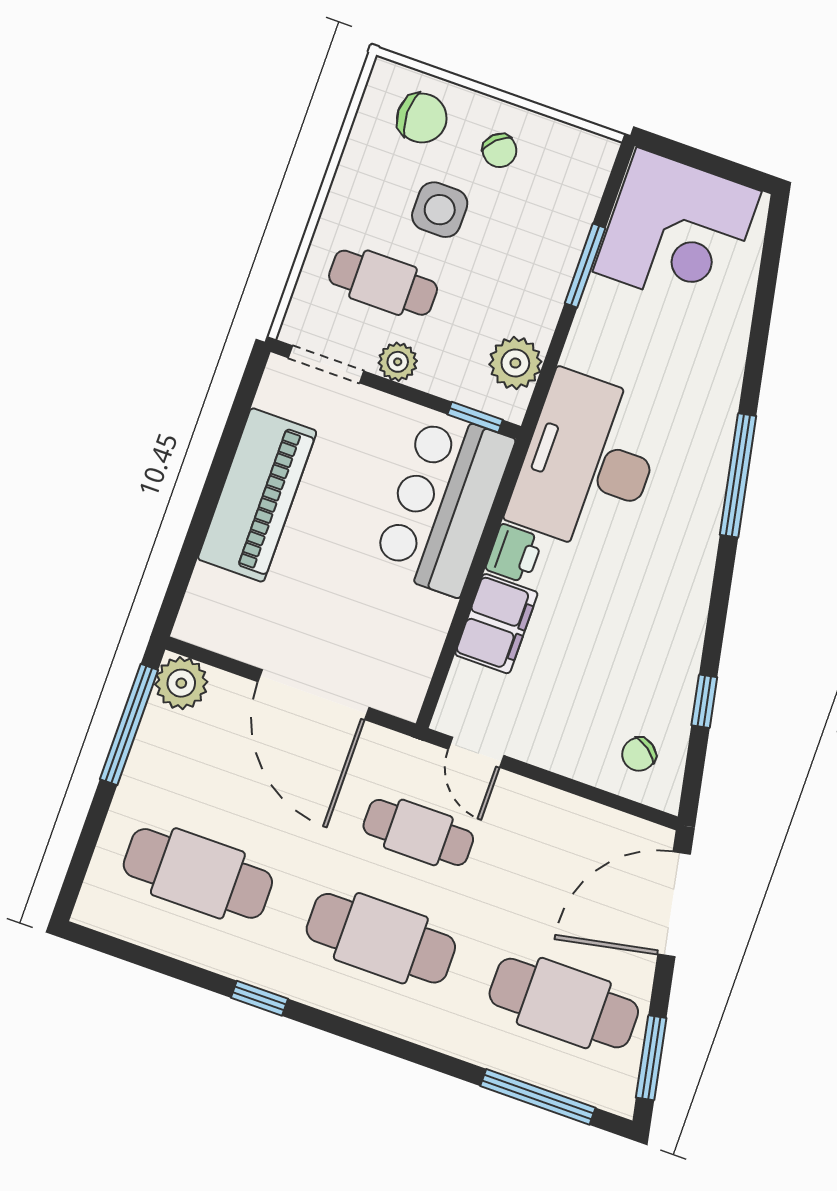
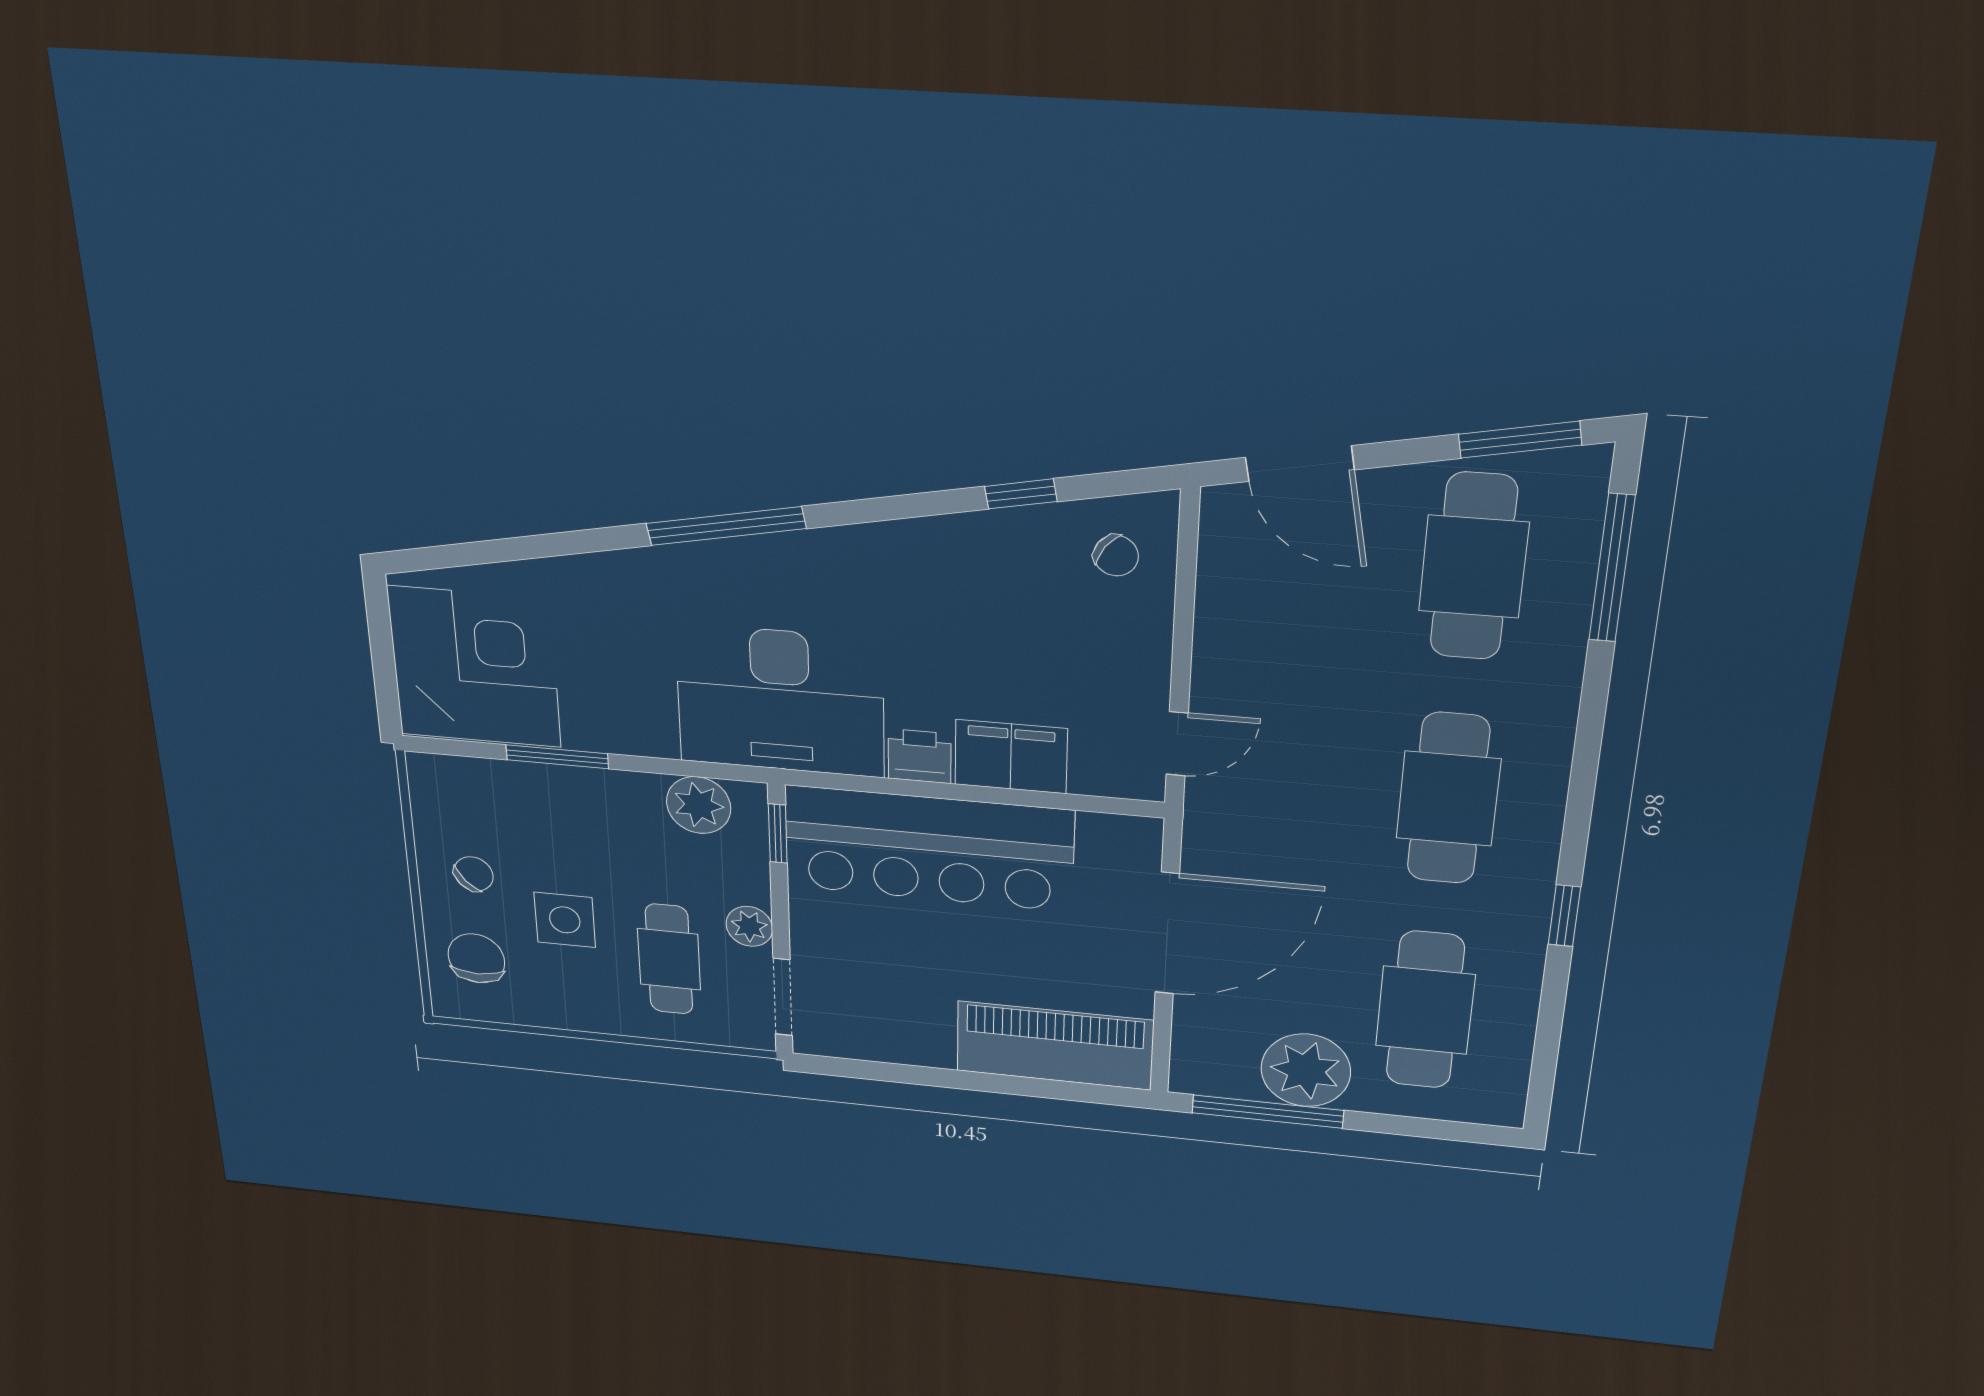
piano: (257, 495) -> (1055, 1046), moved
bar counter: (443, 503) -> (929, 848), width x1.36
plant: (181, 683) -> (1306, 1070), moved, width x1.36, depth x1.36
cafe table: (418, 832) -> (1299, 786), removed
door: (674, 904) -> (1300, 464), width x0.73

